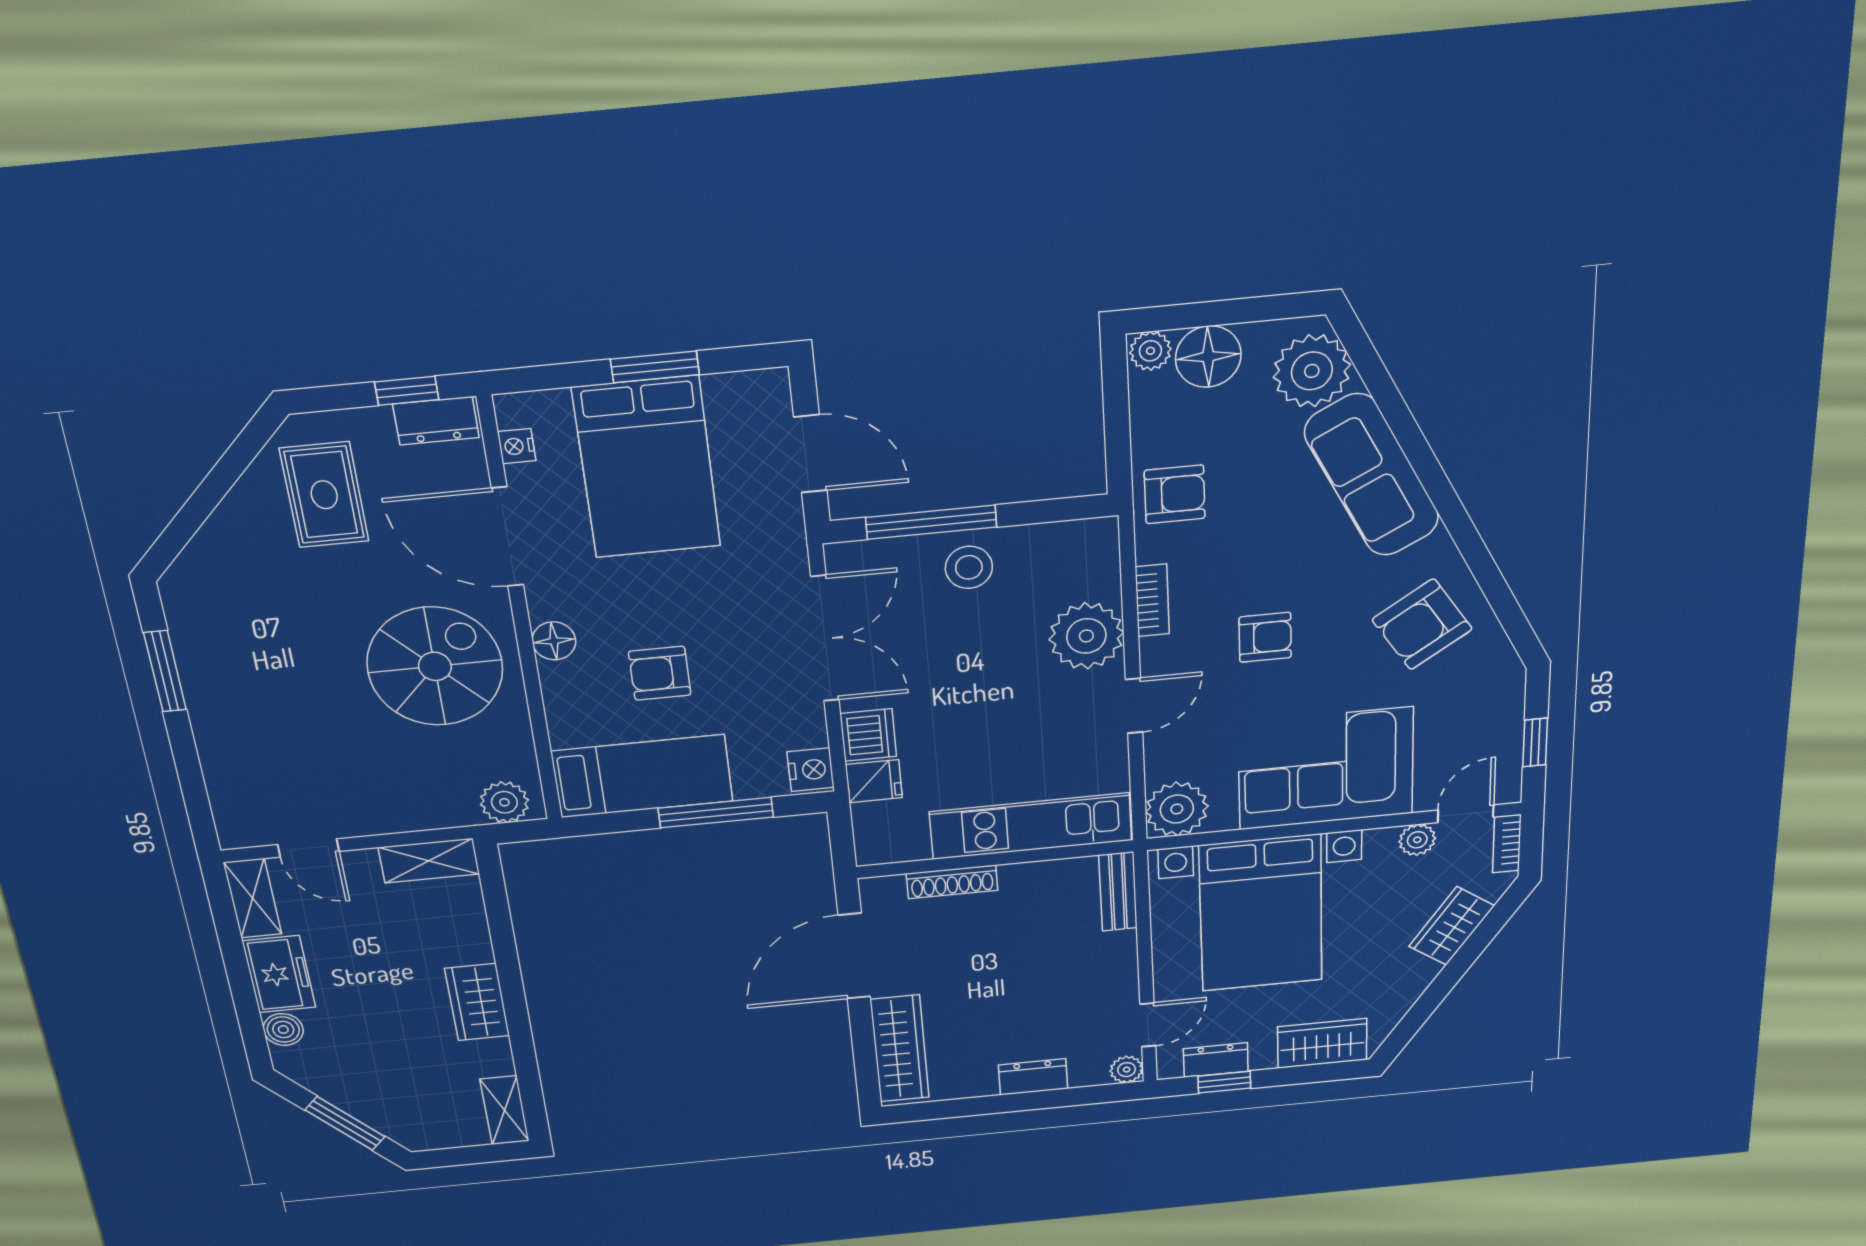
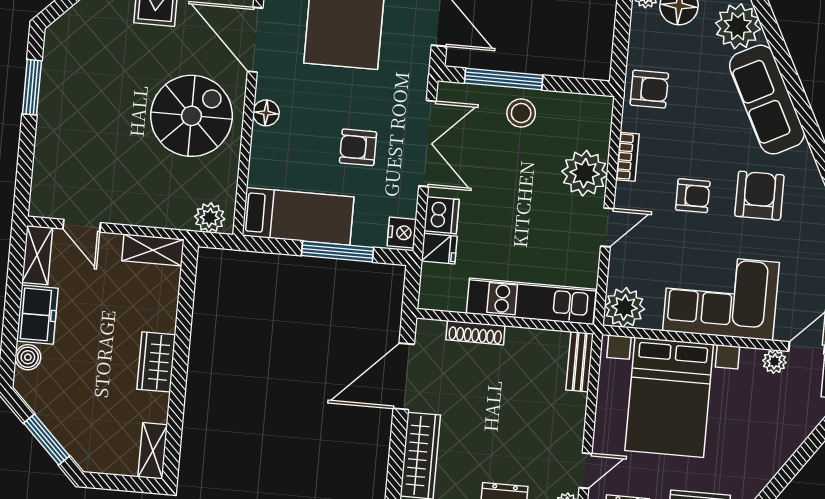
armchair: (1422, 624) -> (759, 196), moved, turned 123
armchair: (660, 673) -> (358, 147), moved
wardrobe: (1452, 926) -> (792, 433), removed

